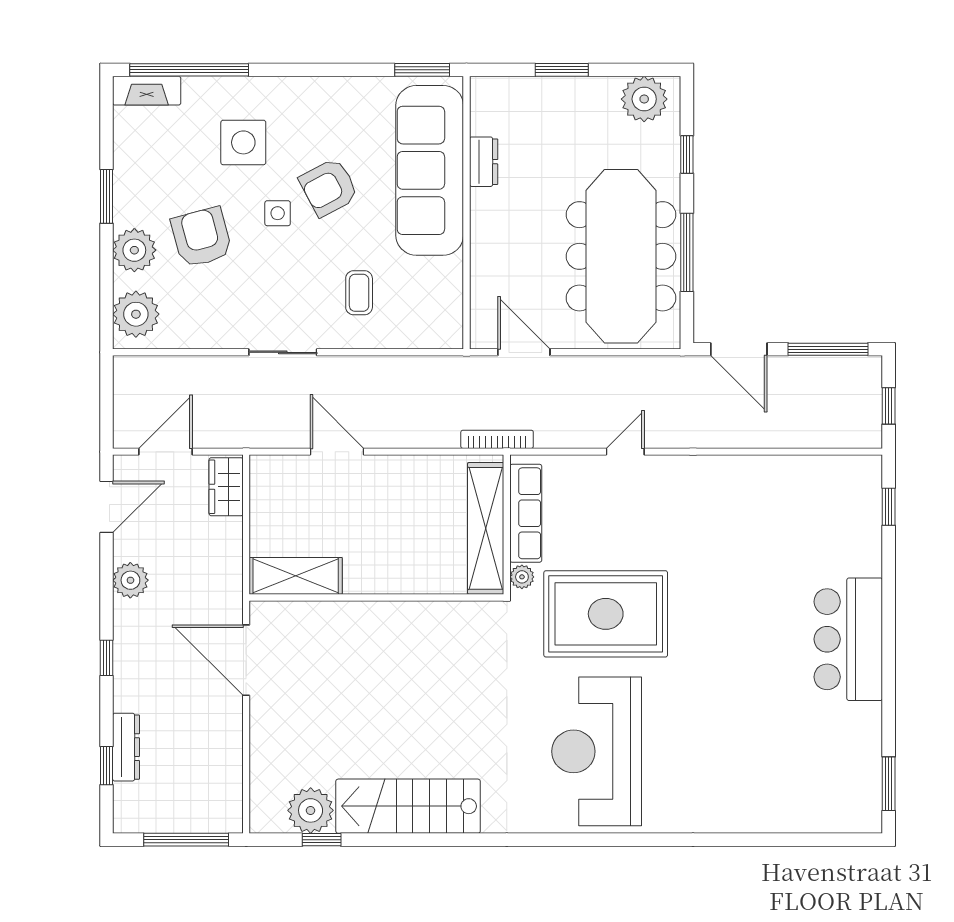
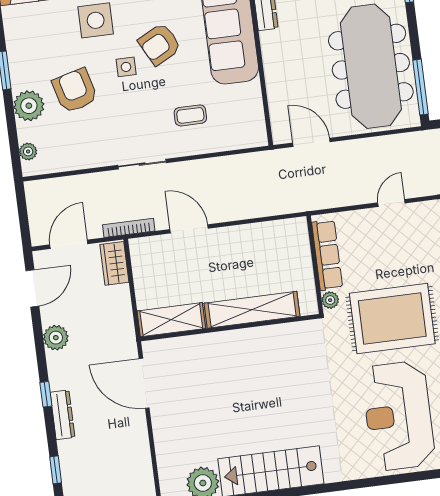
window: (687, 252) -> (420, 87), moved
coffee table: (359, 293) -> (190, 115), turned 90
plant: (136, 314) -> (28, 151), width x0.53, depth x0.53
bookcase: (497, 439) -> (129, 228), moved
shelving: (486, 528) -> (252, 310), moved, turned 90
dresser: (126, 747) -> (62, 415), moved

